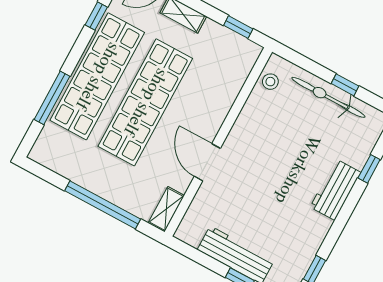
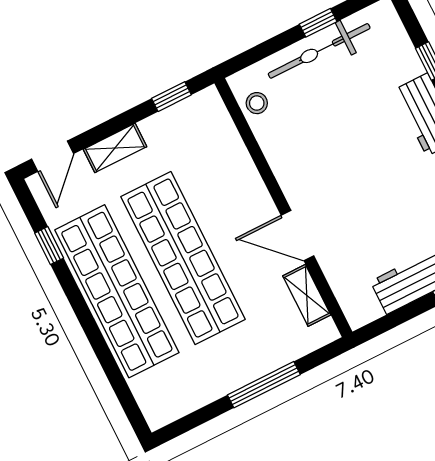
window: (52, 98) -> (106, 358), removed
window: (103, 205) -> (264, 385), width x0.68
shelving: (166, 209) -> (307, 295), moved

